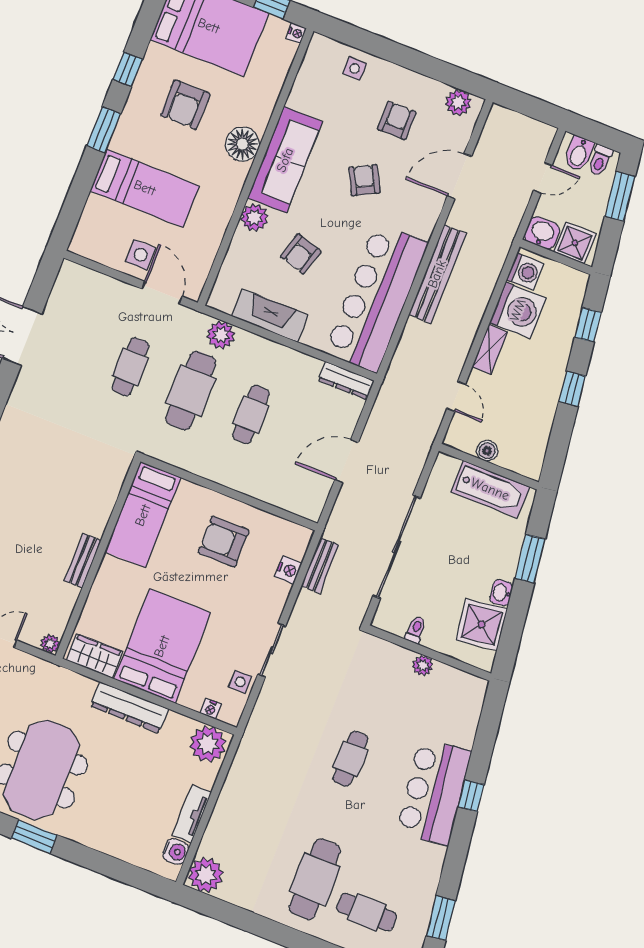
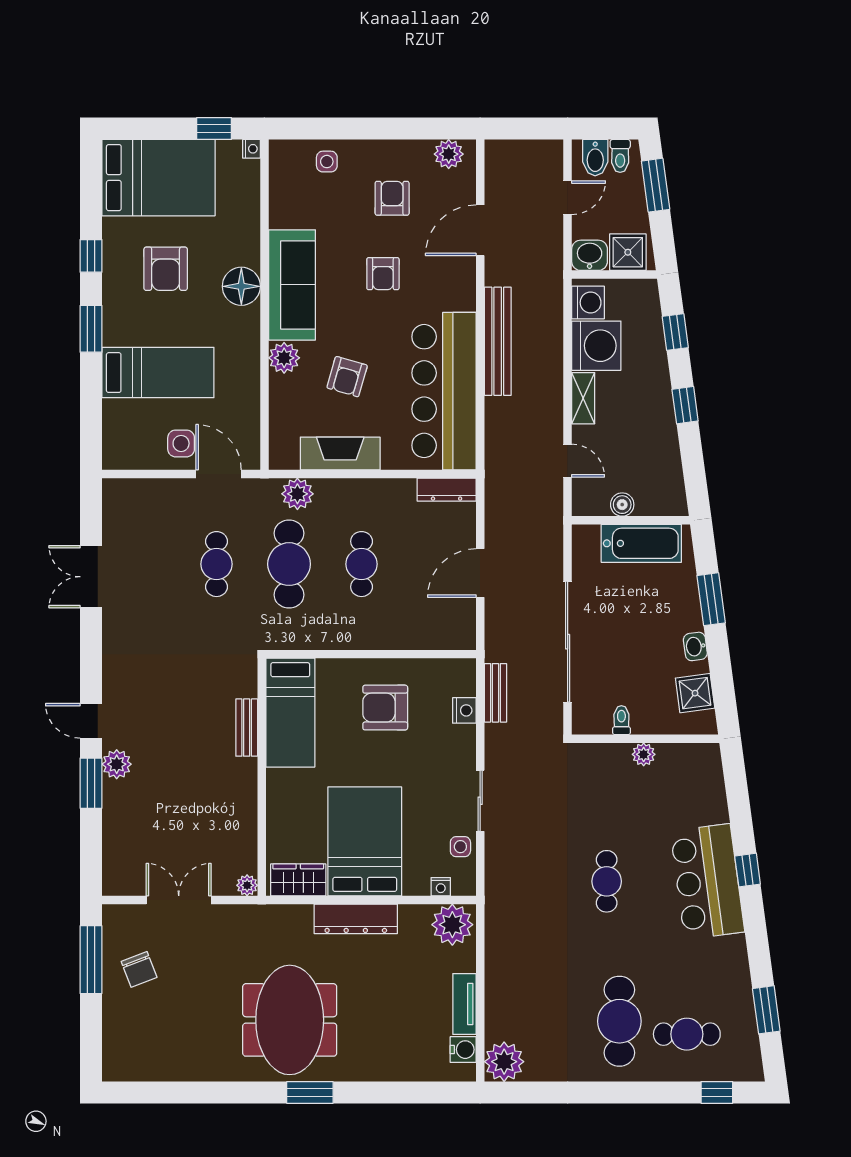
armchair: (364, 180) -> (383, 274), turned -152
bench: (83, 561) -> (247, 728), moved
shower: (481, 625) -> (695, 693), width x0.73, depth x0.73

